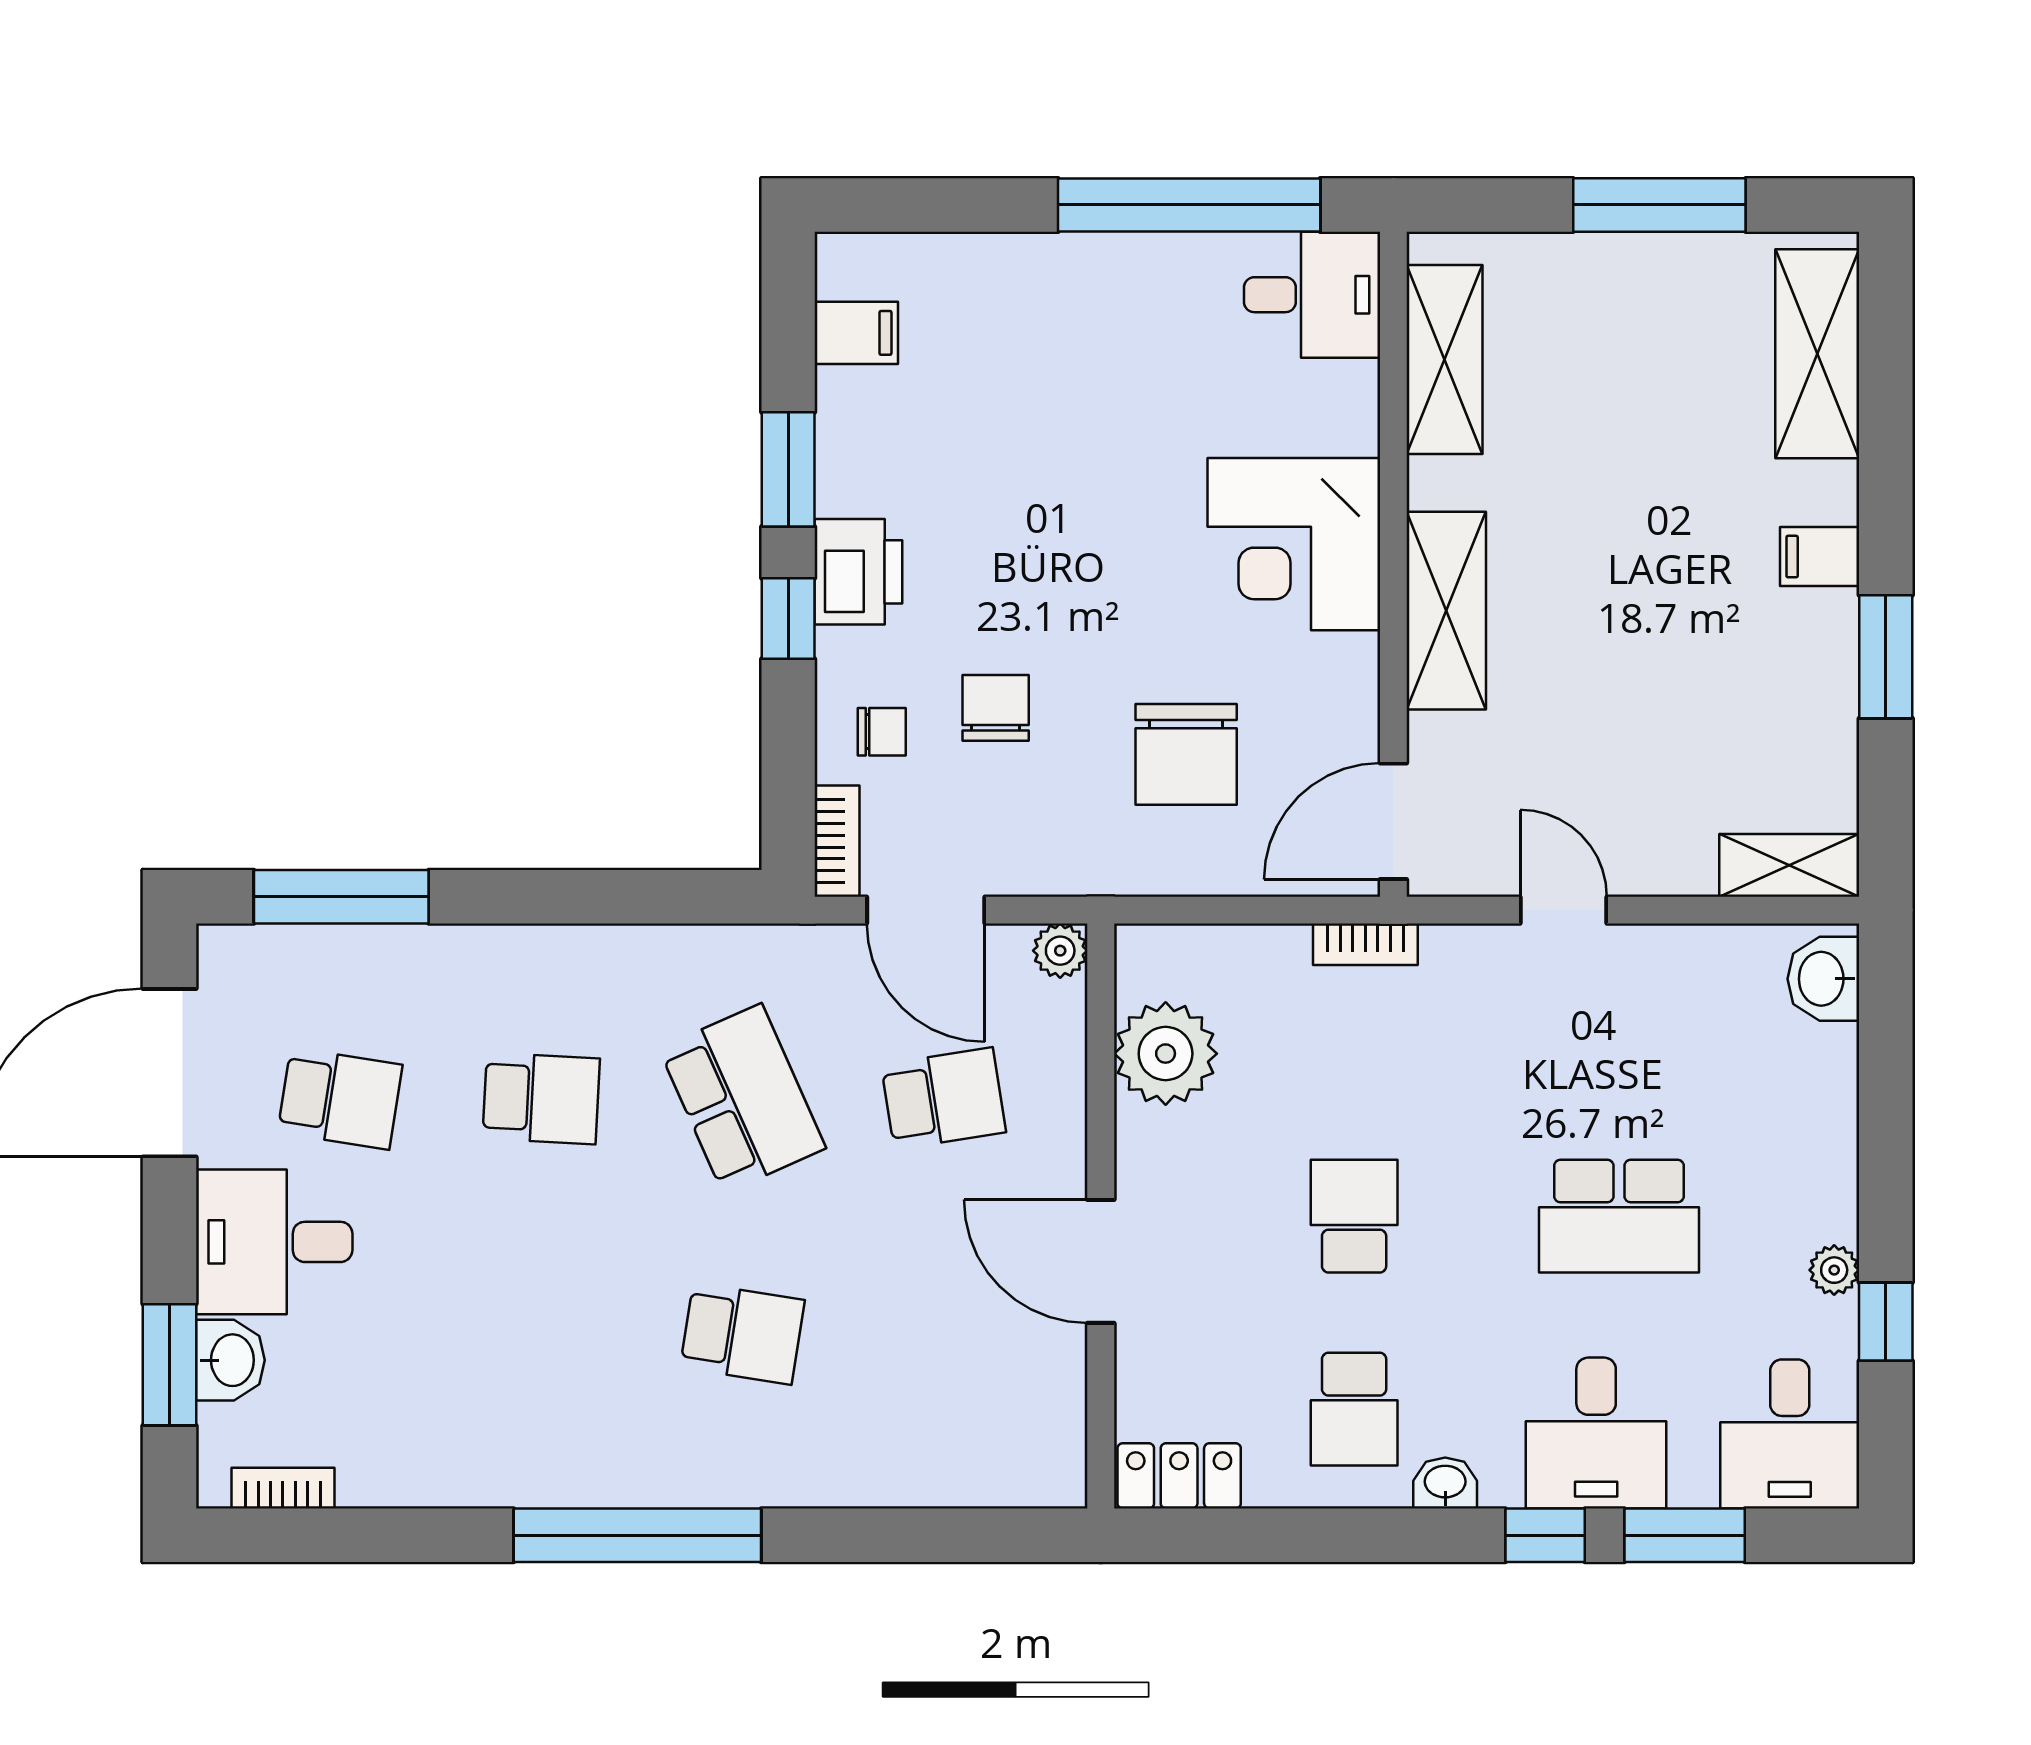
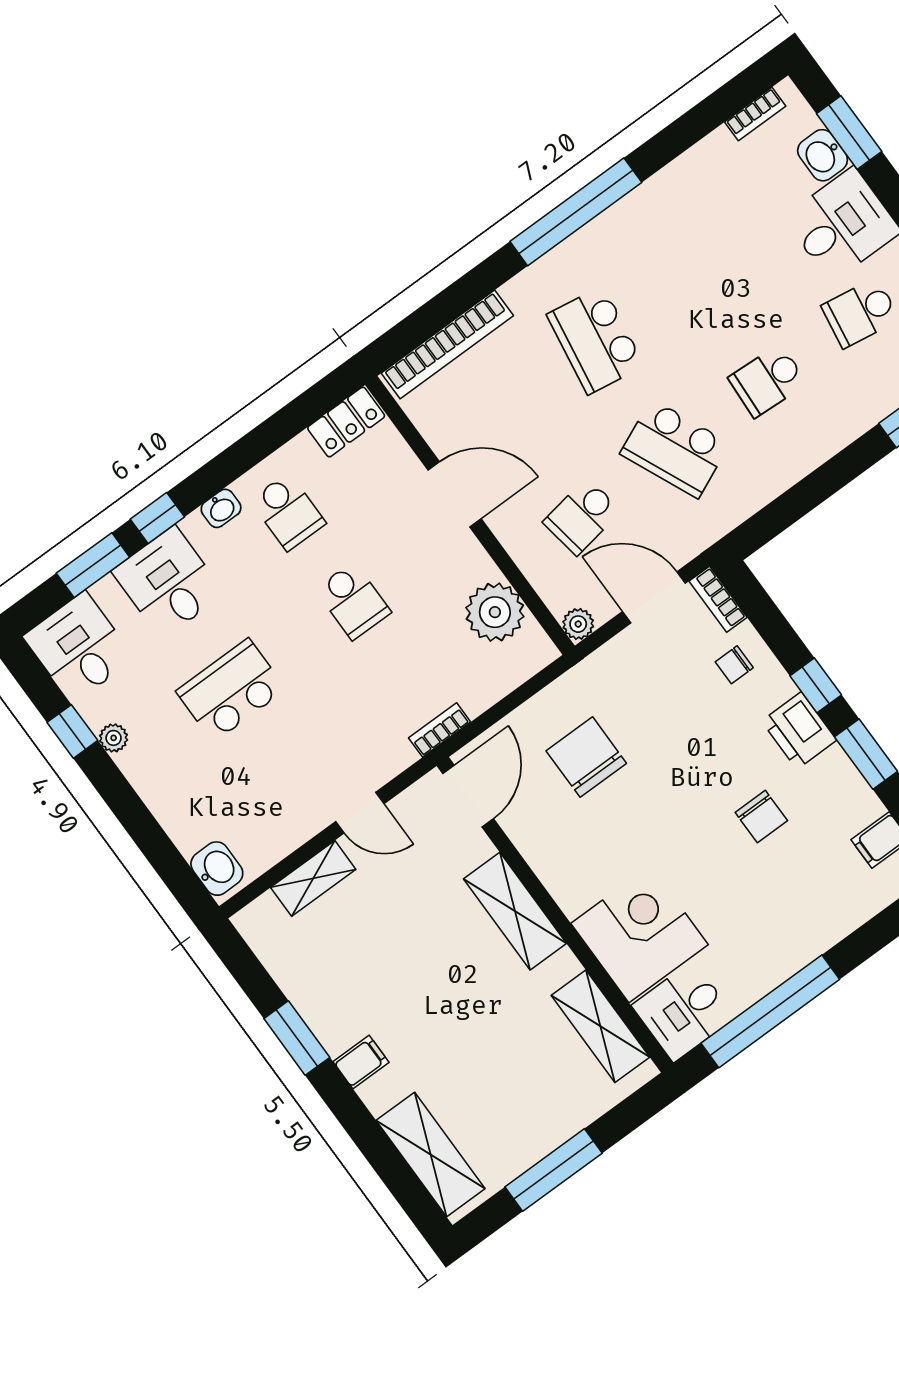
corner desk: (1294, 544) -> (640, 934), moved
chair: (996, 708) -> (761, 817), moved
shelving: (1789, 865) -> (313, 878), moved
school desk: (742, 1334) -> (595, 340), width x1.85
school desk: (1354, 1409) -> (288, 512), turned 180
bookcase: (956, 1481) -> (447, 344), added

